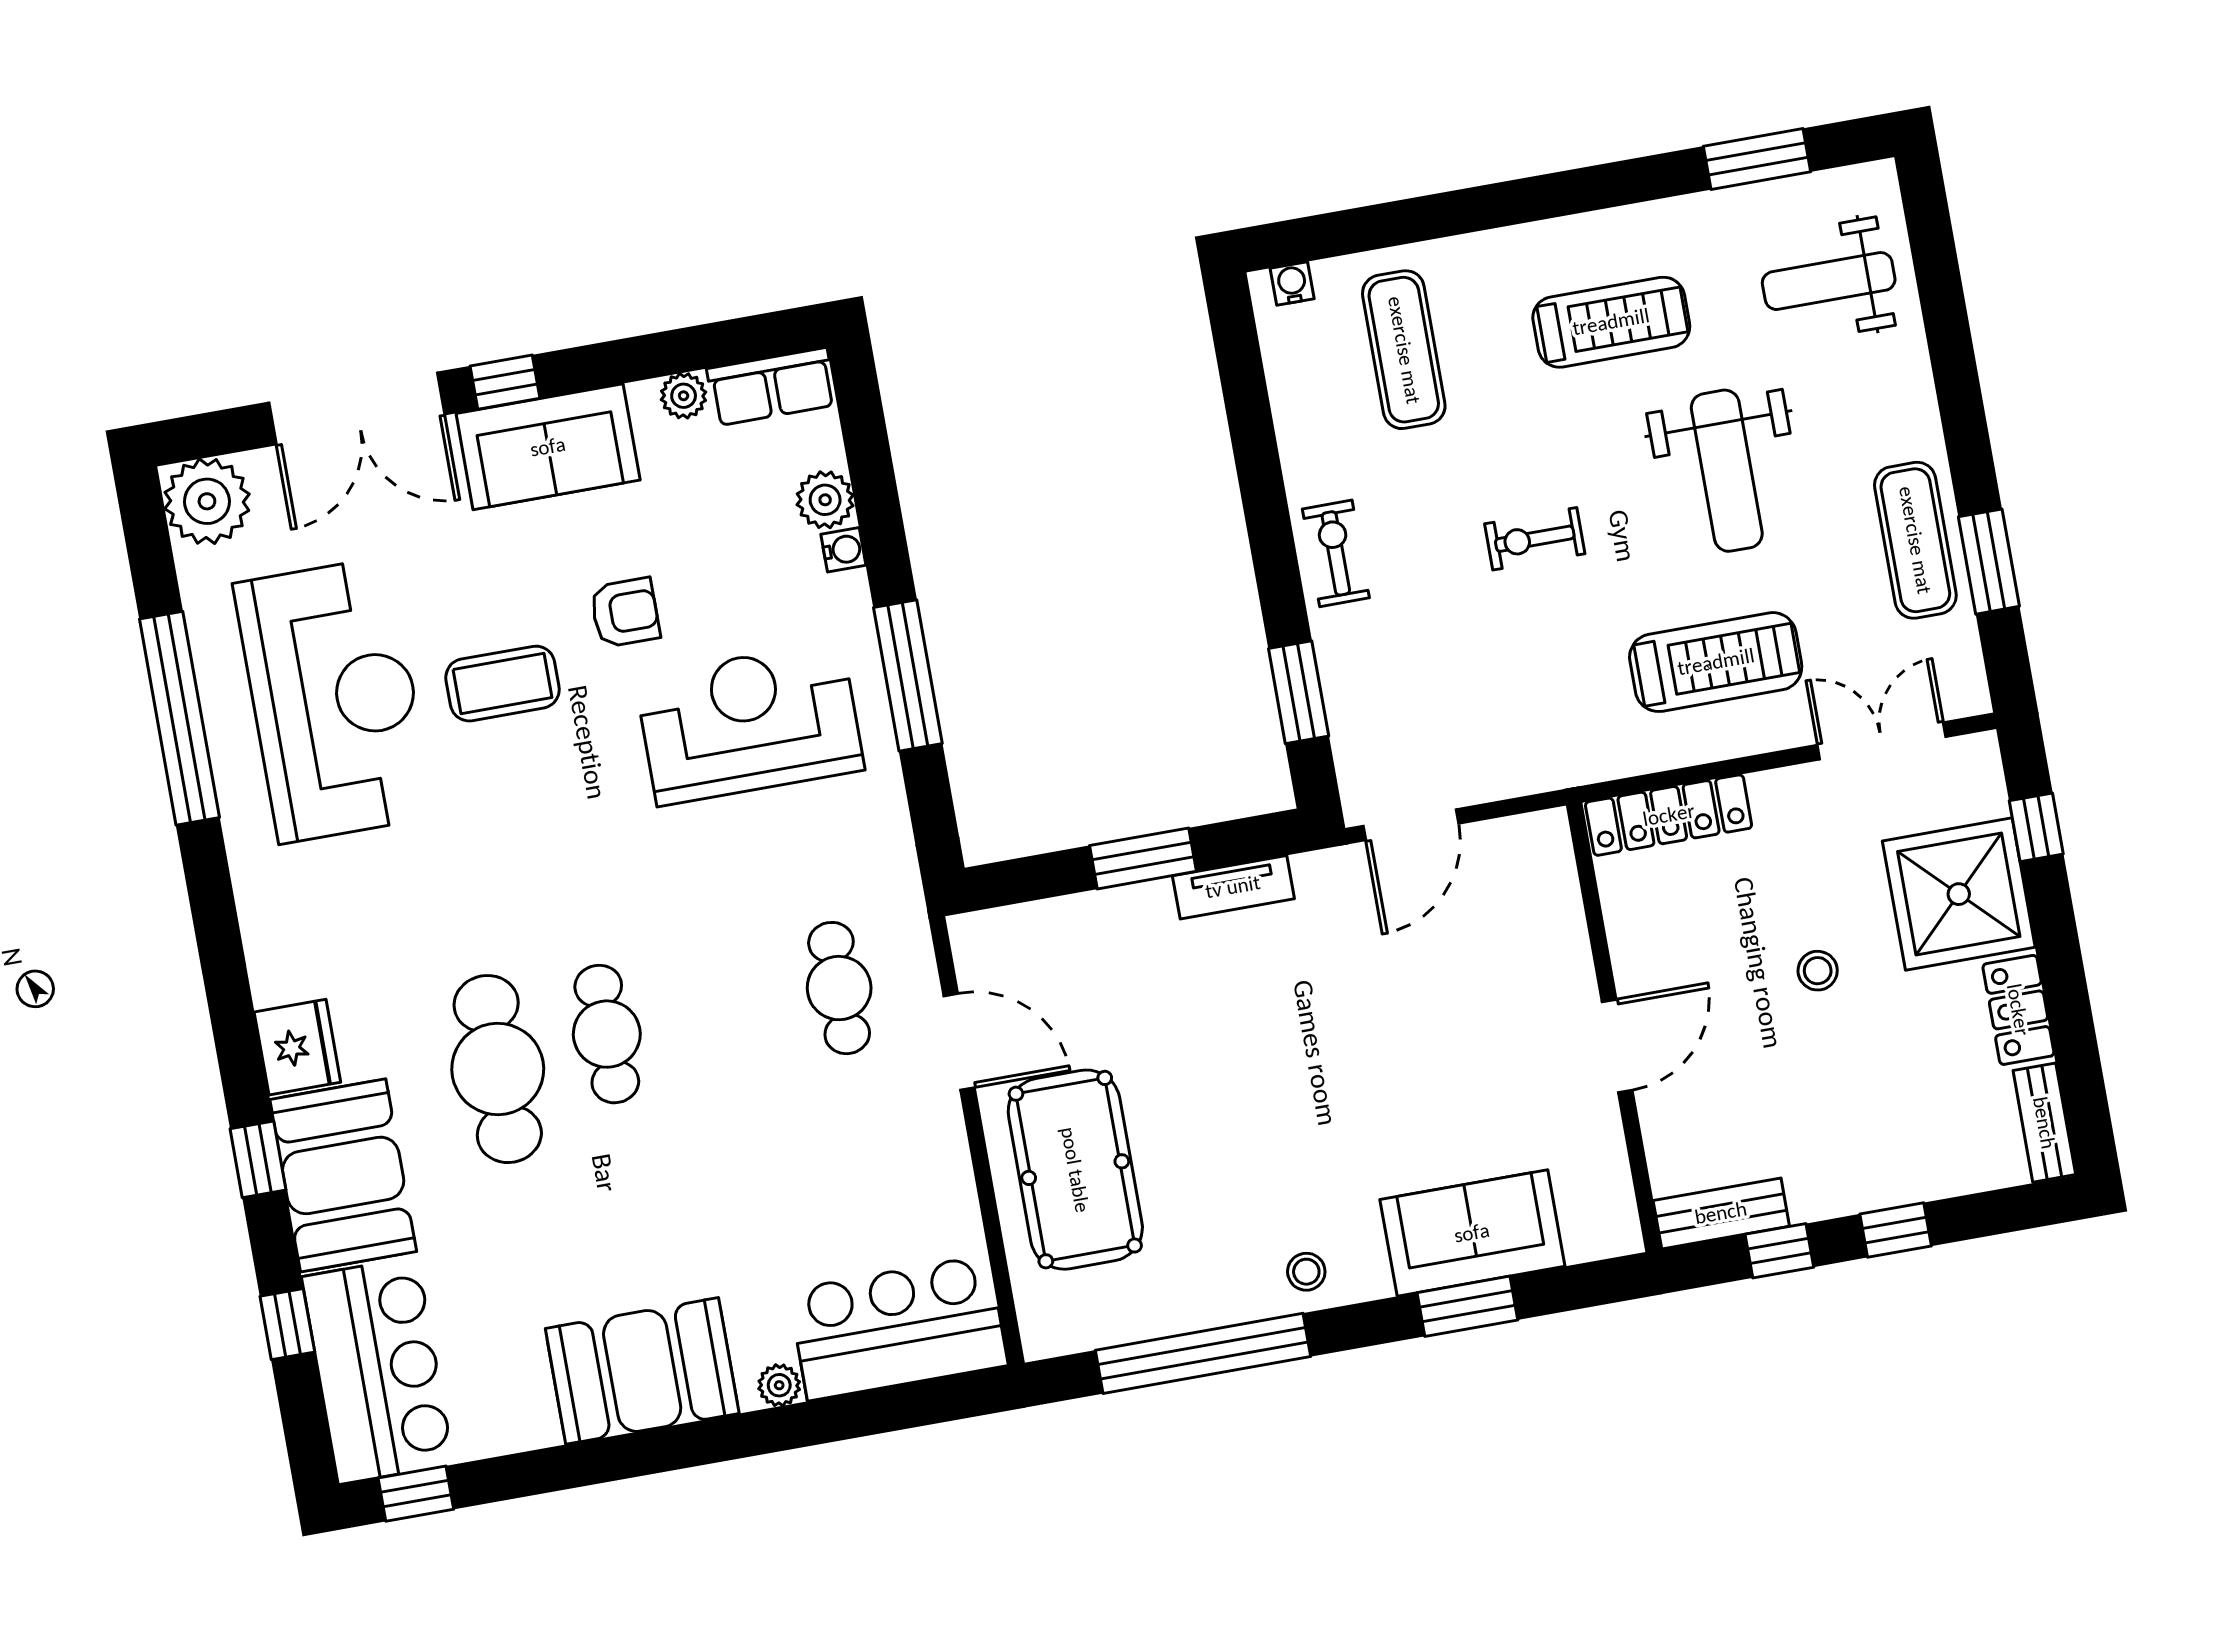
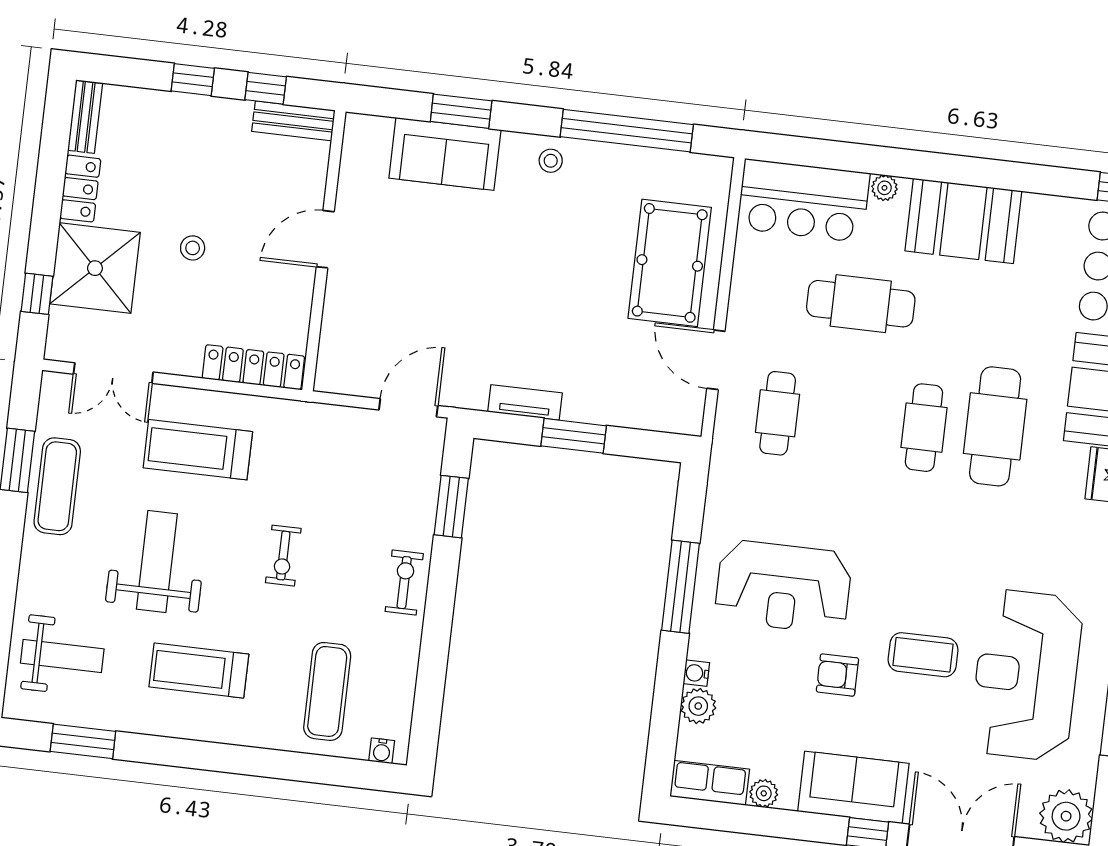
exercise bike: (1535, 539) -> (283, 556), turned 90
exercise bike: (1336, 553) -> (404, 583), turned 180
cafe table: (762, 1196) -> (861, 304), added

